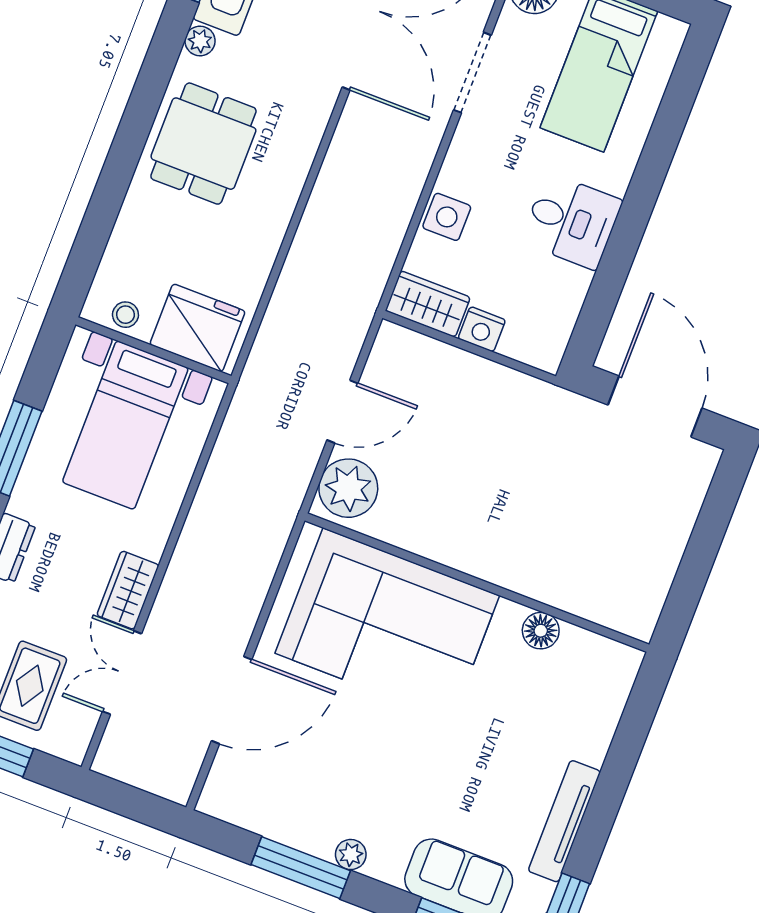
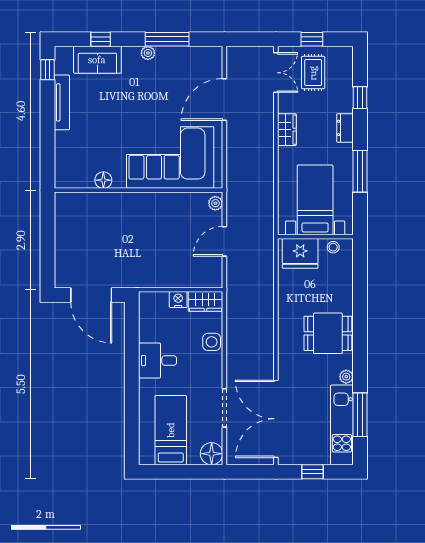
dining table: (203, 144) -> (328, 333), turned 90
plant: (348, 488) -> (215, 203), width x0.53, depth x0.53
double door: (122, 673) -> (276, 73), moved

